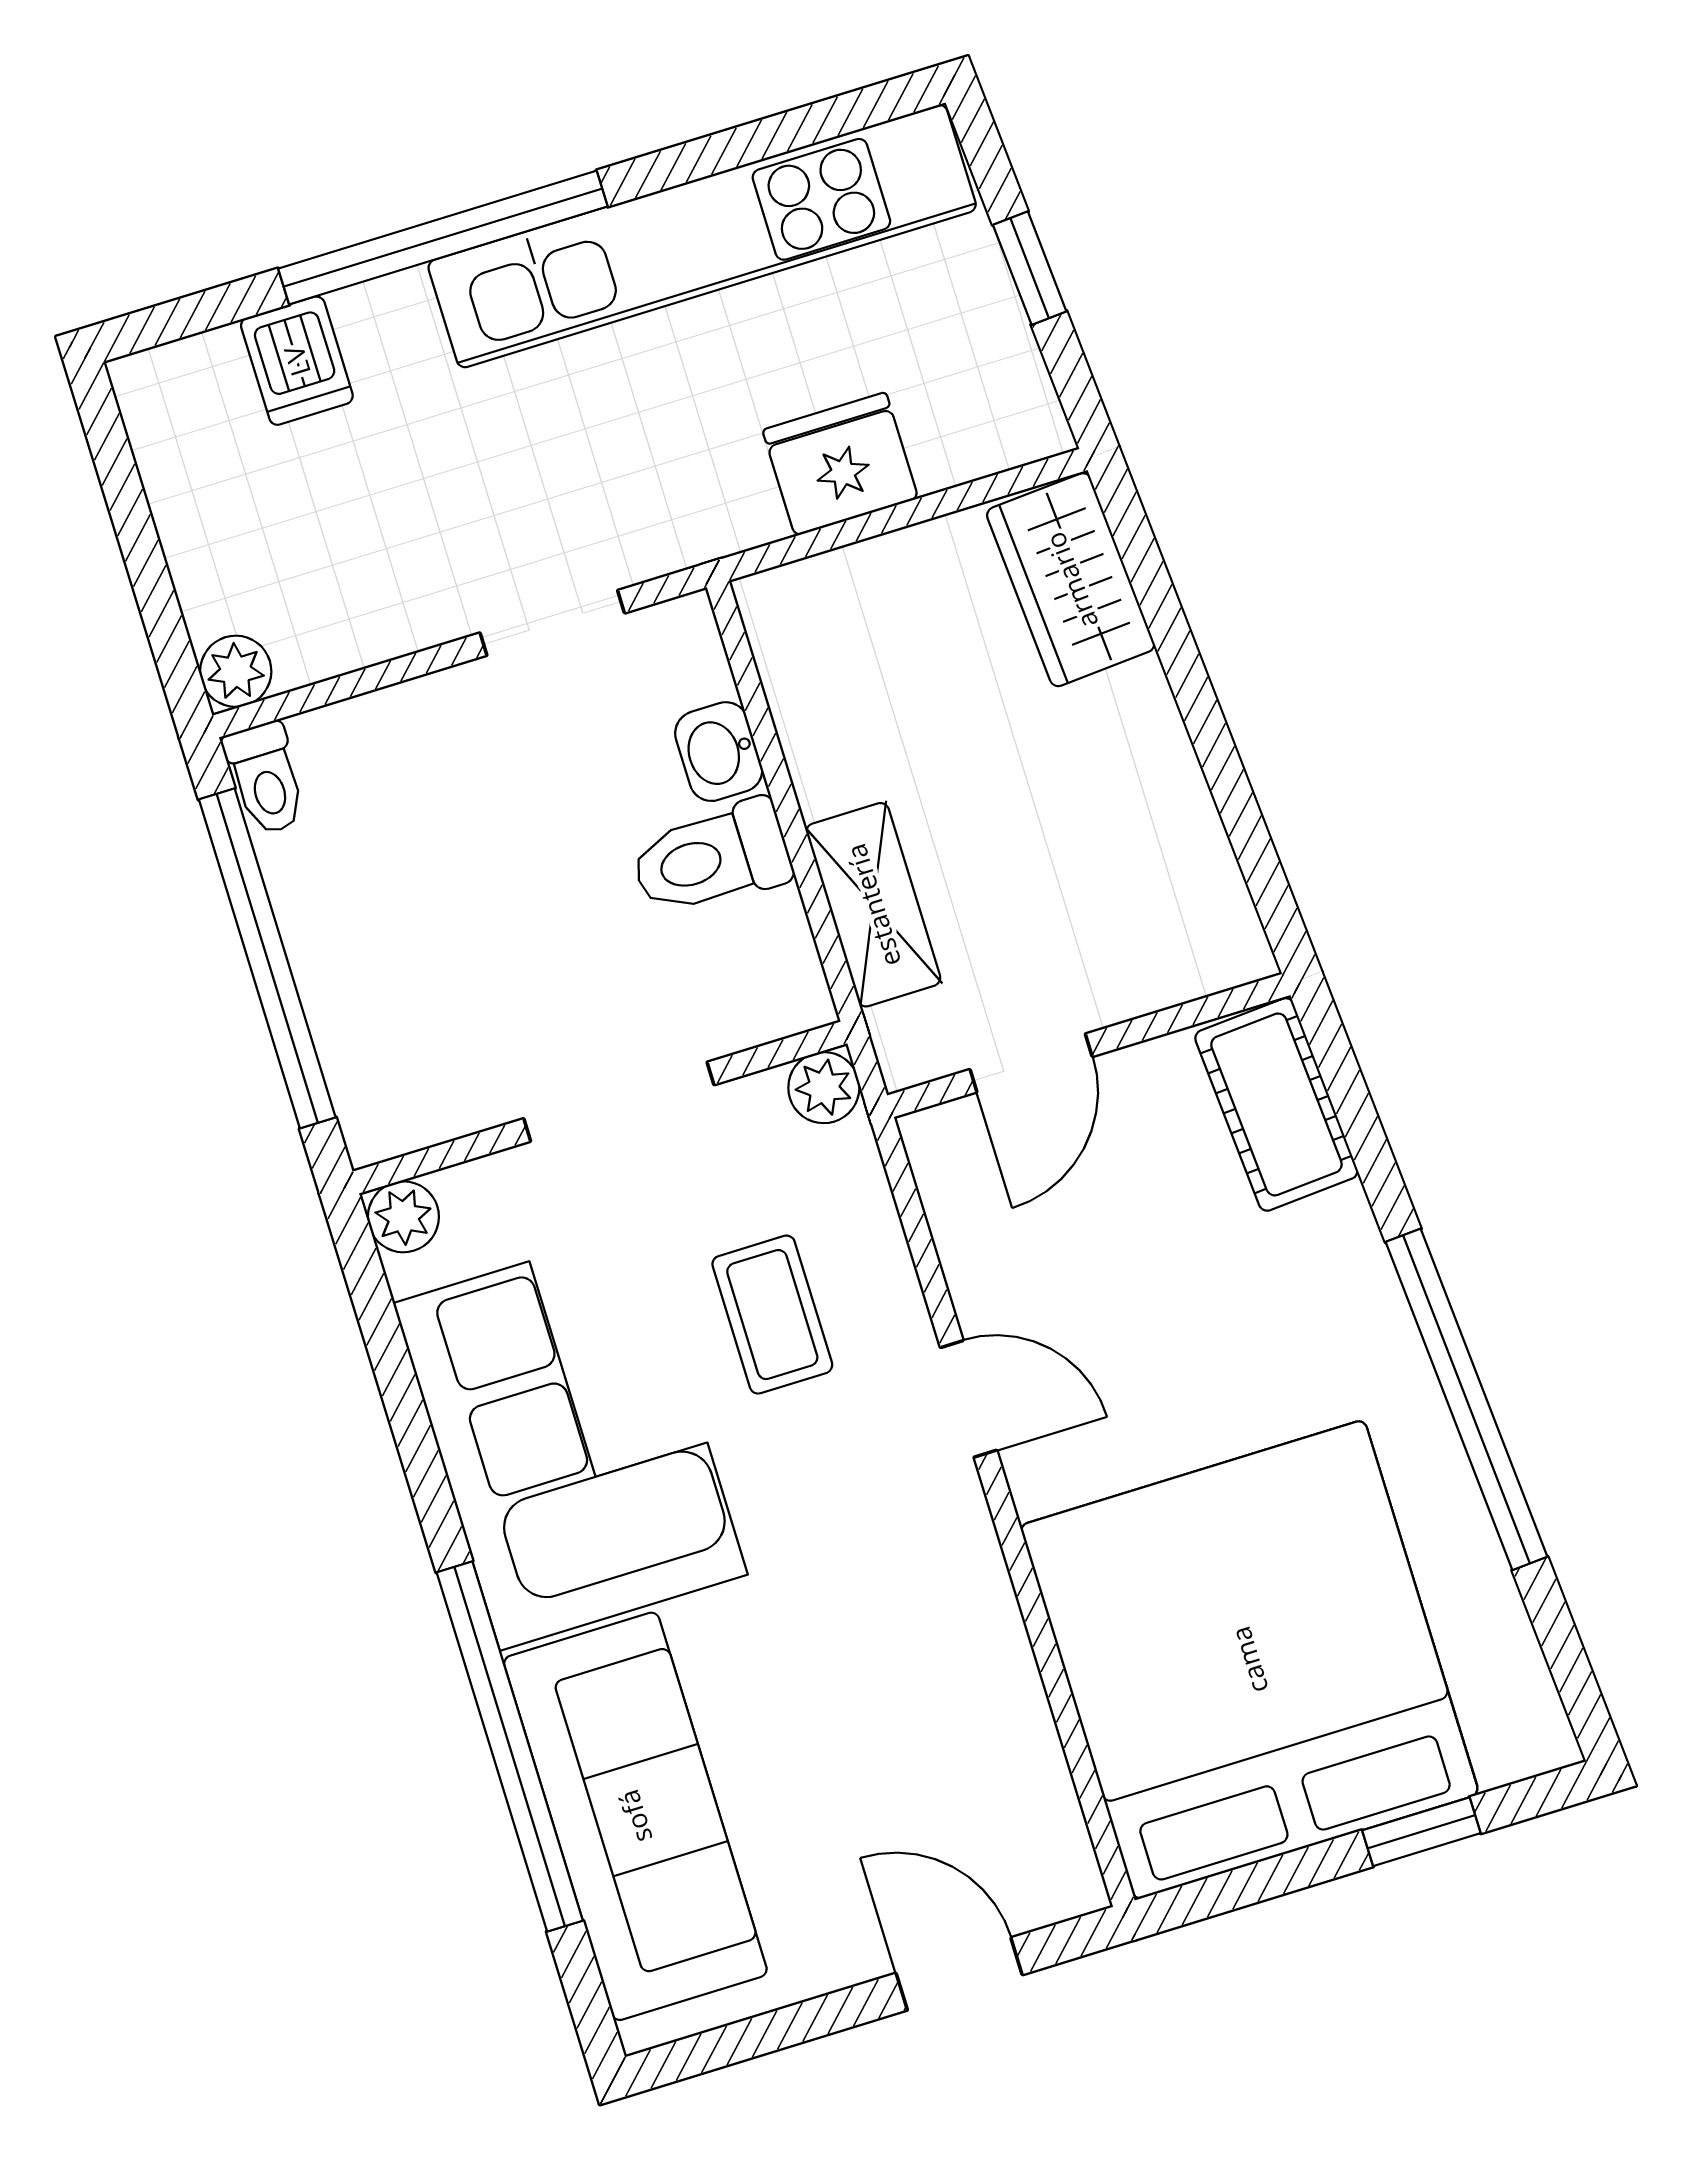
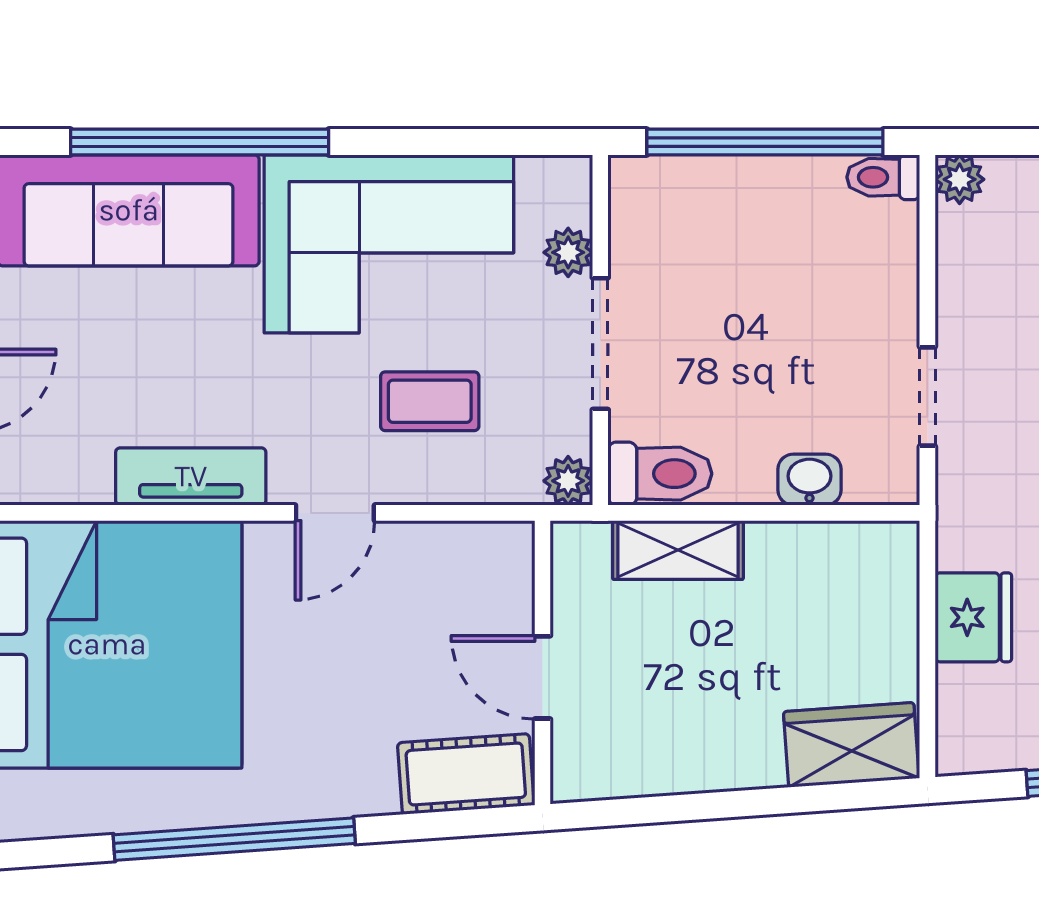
toilet: (711, 858) -> (660, 474), moved, turned 90
door: (1031, 1063) -> (542, 677), moved
plant: (403, 1217) -> (568, 252), moved
tv unit: (980, 1615) -> (191, 476), added

